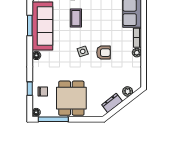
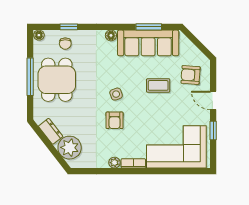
plant: (128, 91) -> (70, 148), width x1.87, depth x1.87
dining table: (71, 98) -> (57, 80), turned 90
window: (53, 119) -> (30, 77), moved

